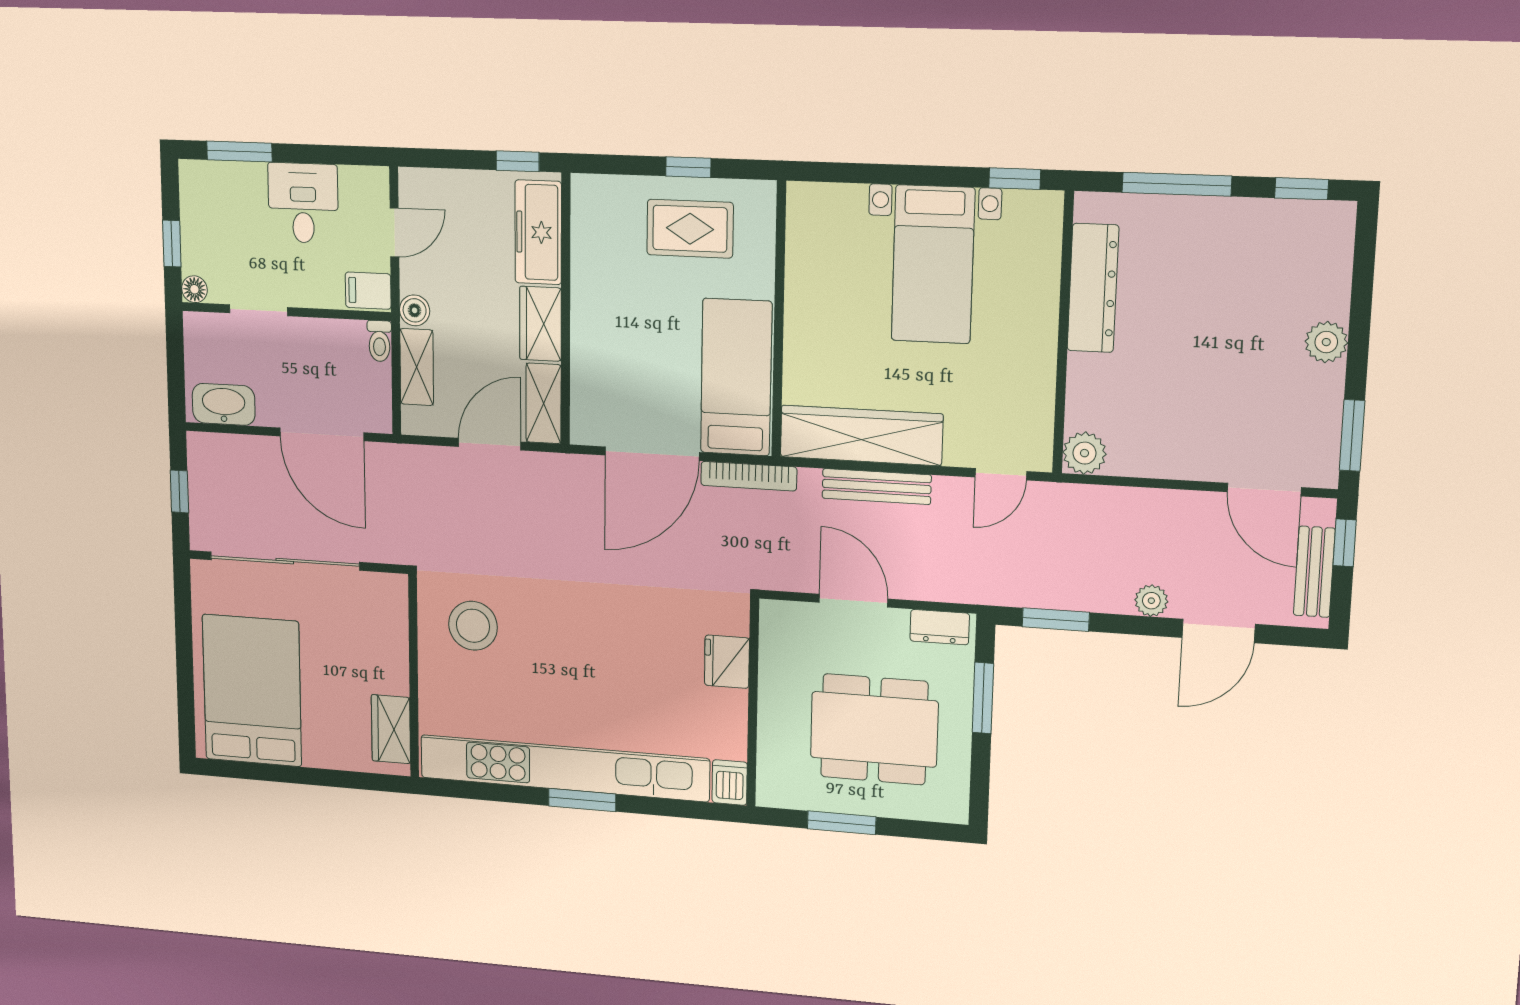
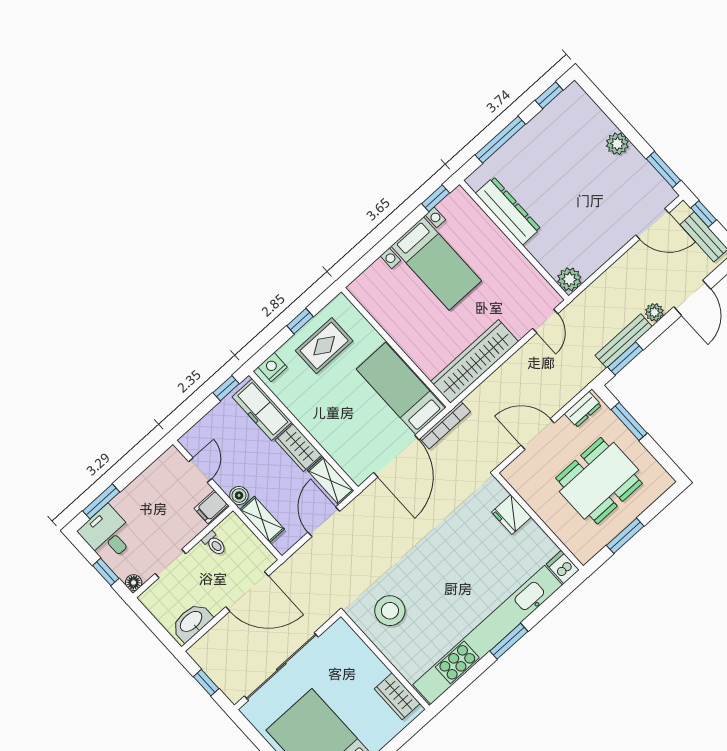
nightstand: (600, 192) -> (273, 367), added
desk: (303, 203) -> (108, 534), moved
toilet: (379, 341) -> (214, 544), moved
bench: (877, 487) -> (624, 341), moved

